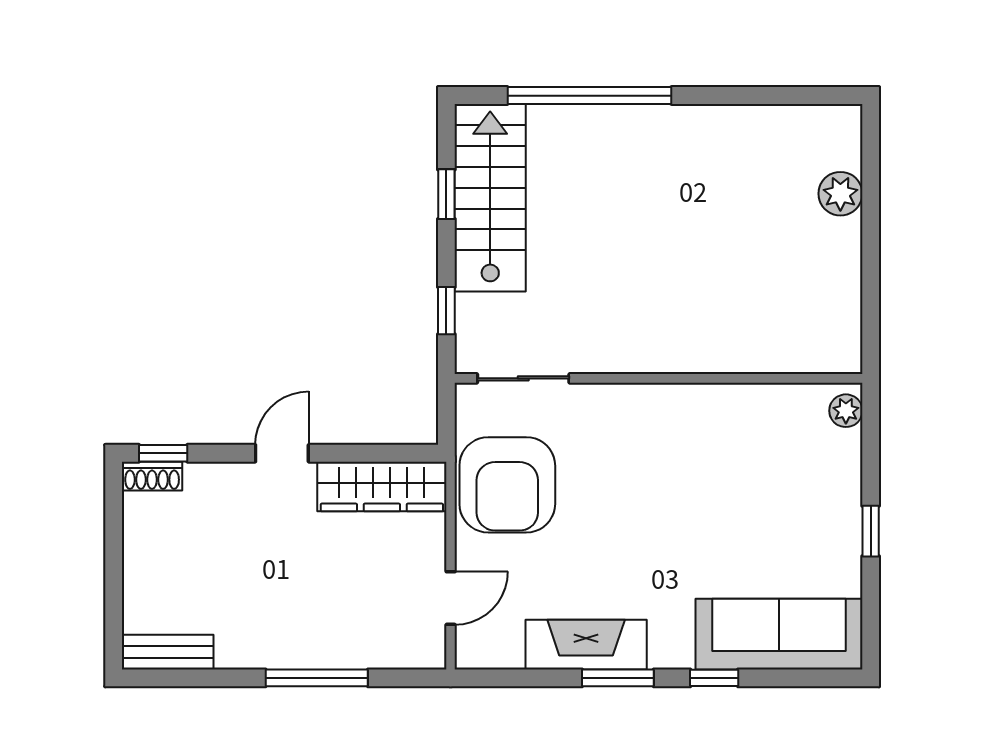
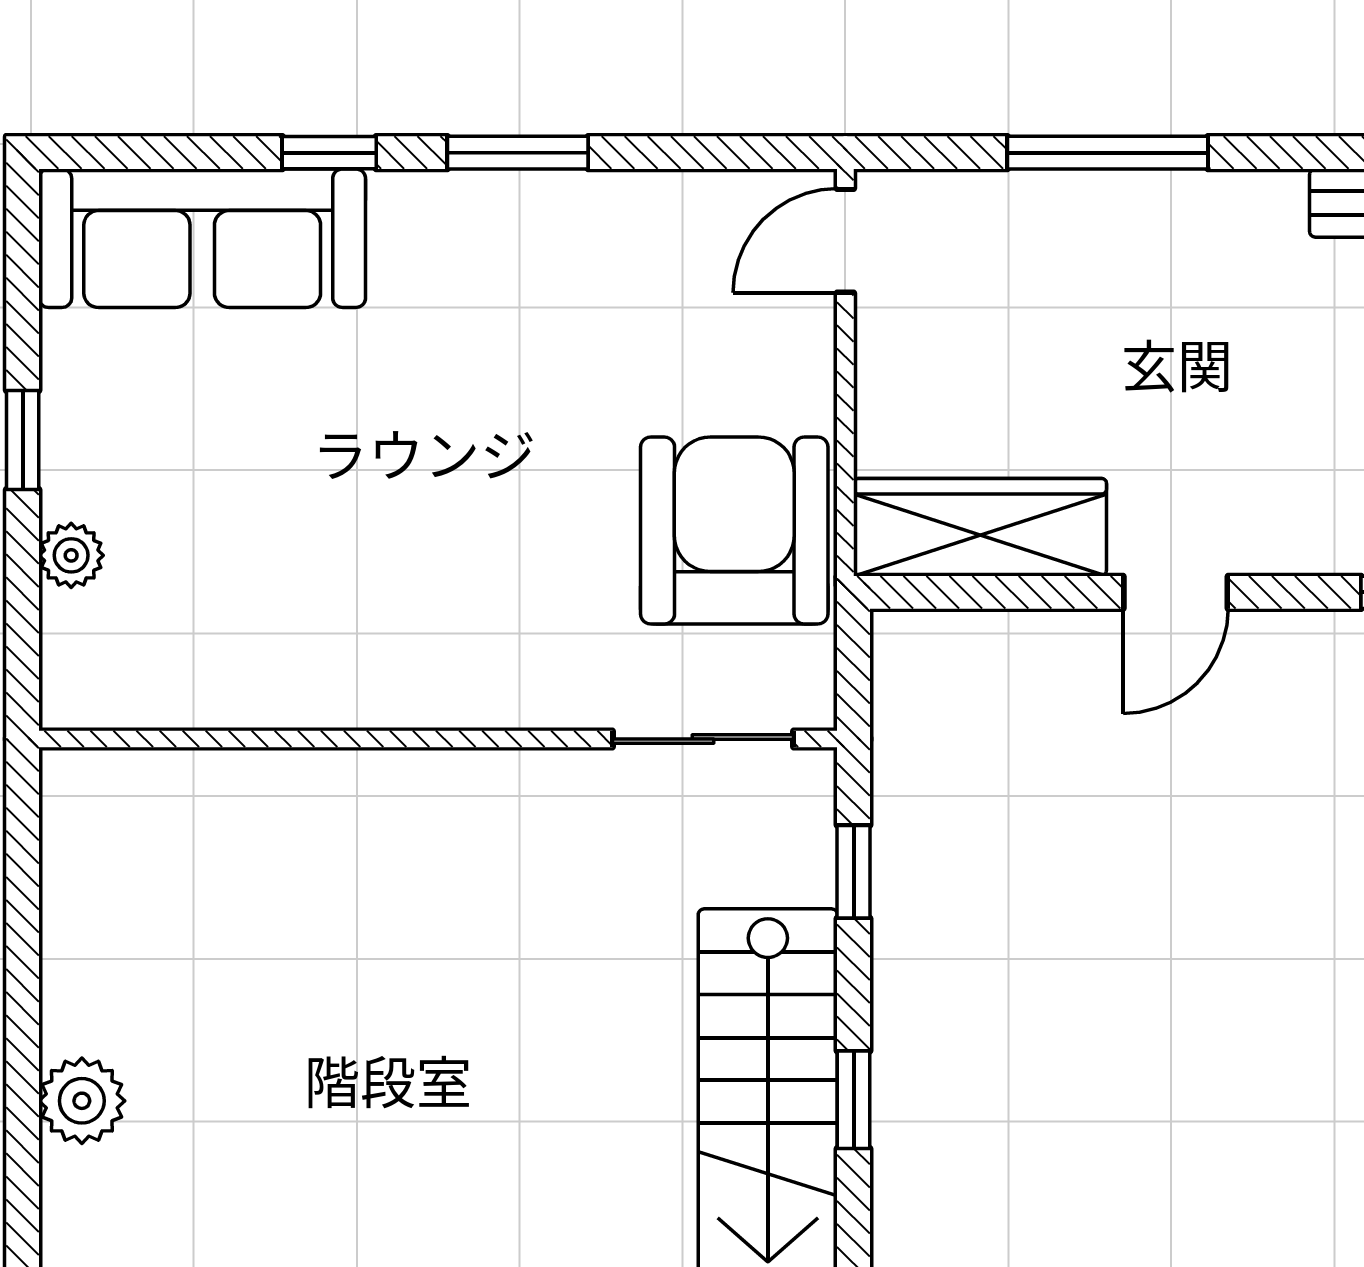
plant: (846, 411) -> (71, 555), moved
door: (451, 598) -> (845, 241), moved
fireplace: (586, 645) -> (580, 218), removed

